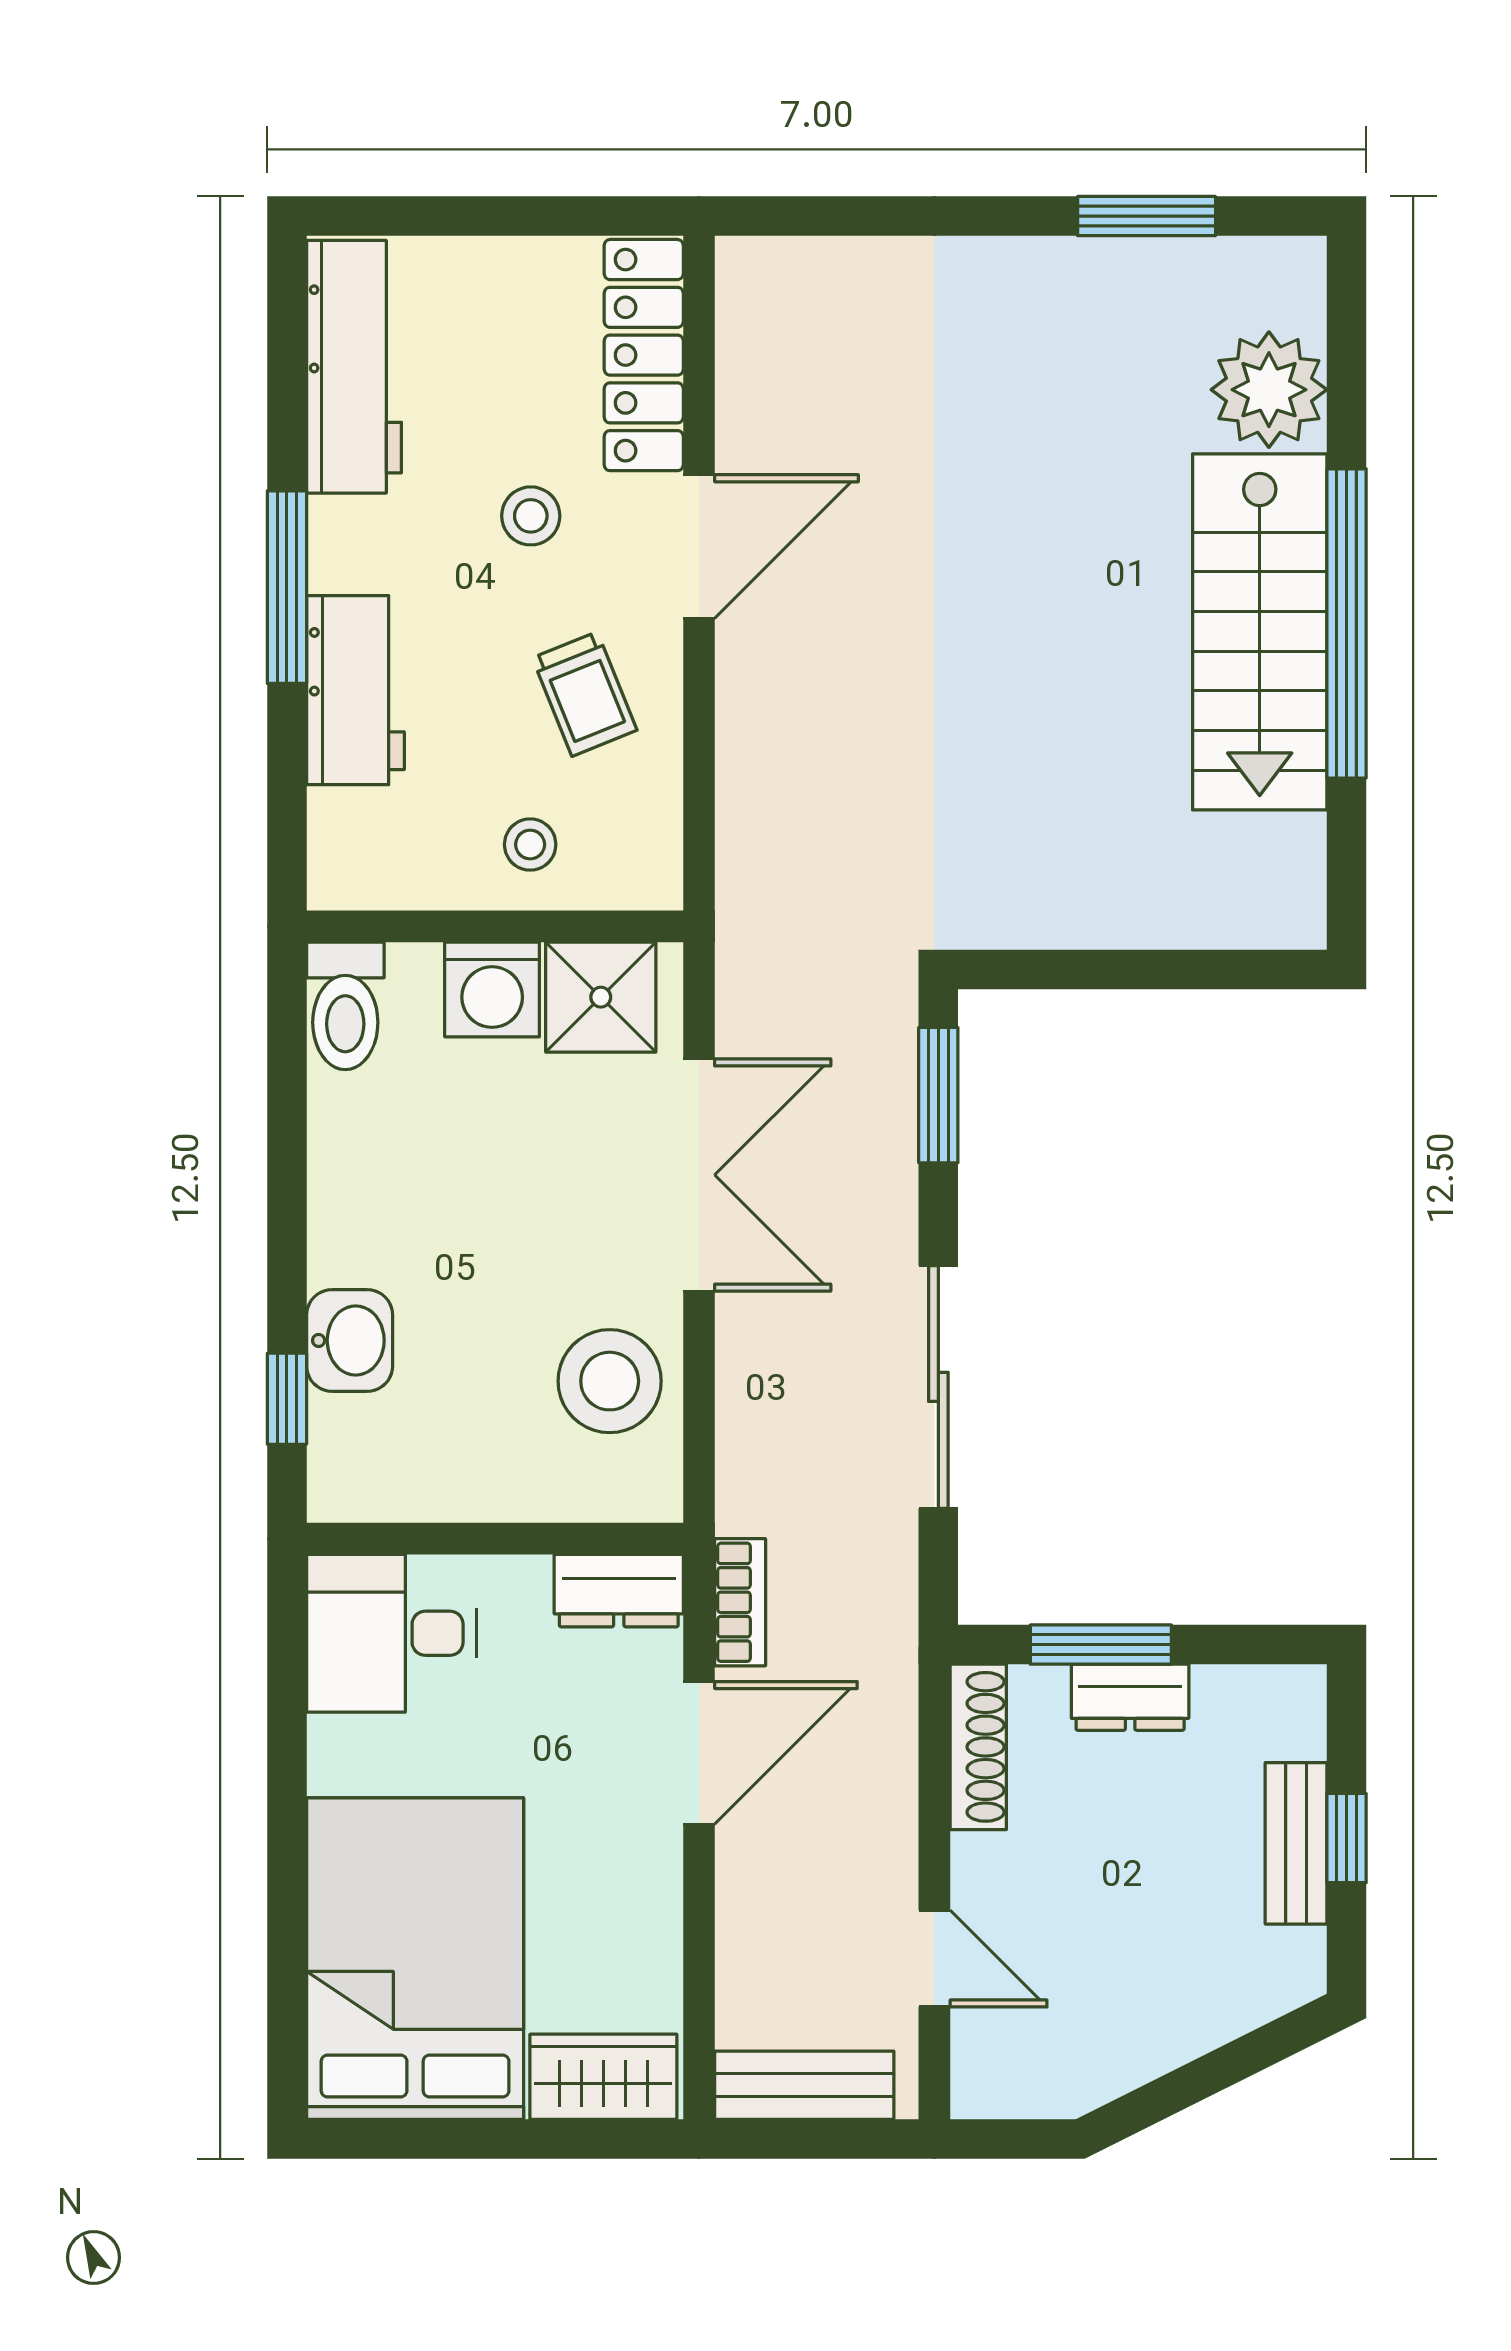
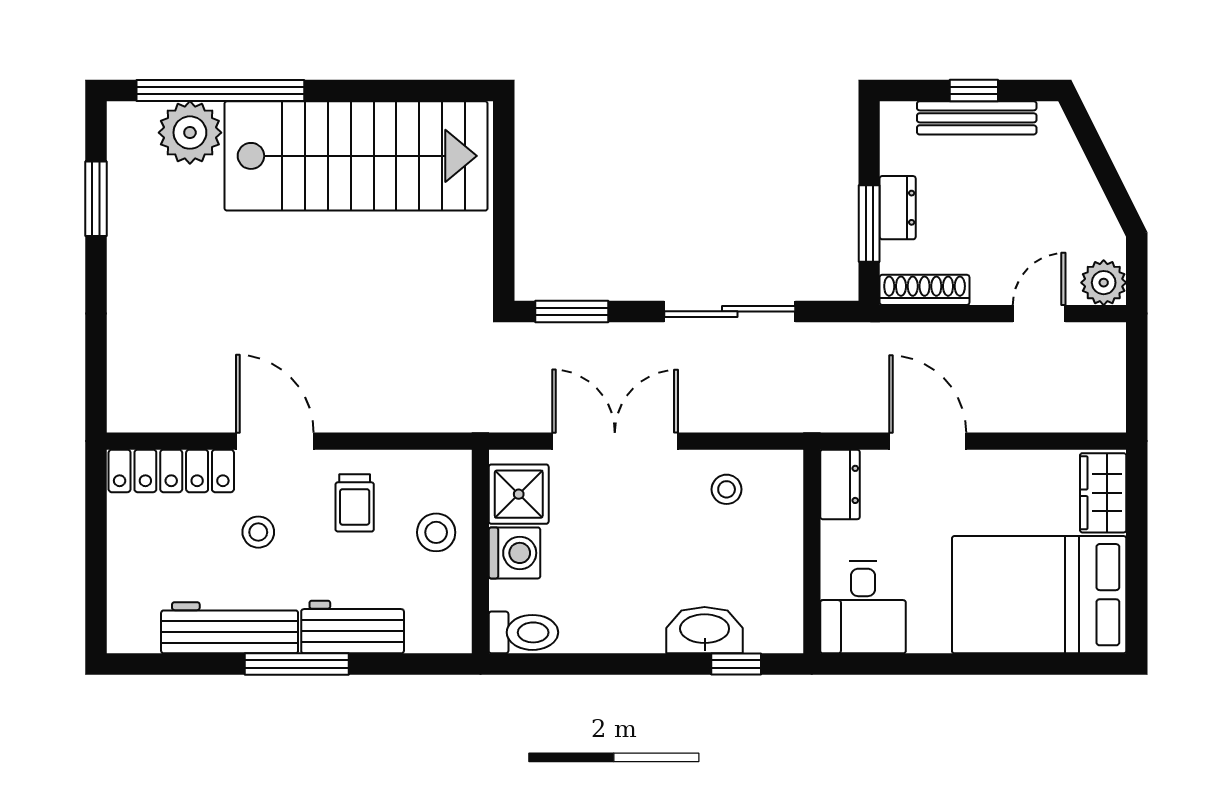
workbench: (354, 367) -> (230, 628), moved
window: (1347, 623) -> (220, 91), moved
stairs: (1260, 632) -> (356, 156), width x1.36, depth x1.51
trolley: (585, 694) -> (355, 503), turned 112
stool: (530, 845) -> (436, 532), width x1.37, depth x1.37
washbasin: (350, 1340) -> (705, 630), width x1.38
stool: (610, 1381) -> (727, 489), width x0.53, depth x0.53
bookcase: (740, 1602) -> (846, 419), removed
bench: (1296, 1843) -> (977, 118), width x1.36
plant: (992, 2078) -> (1104, 283), added
bench: (804, 2085) -> (1108, 384), removed

